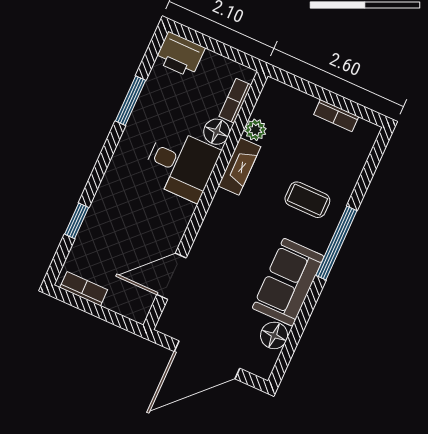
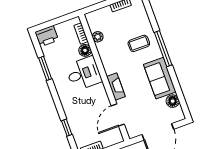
fireplace: (239, 166) -> (116, 86), moved

